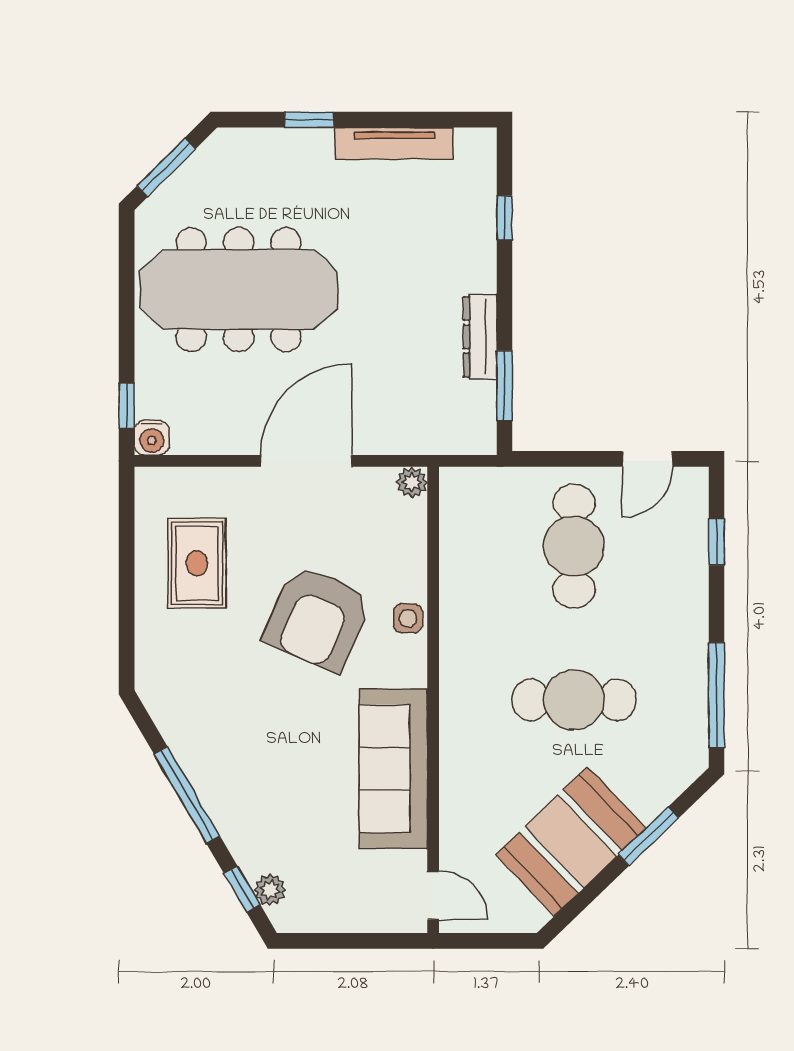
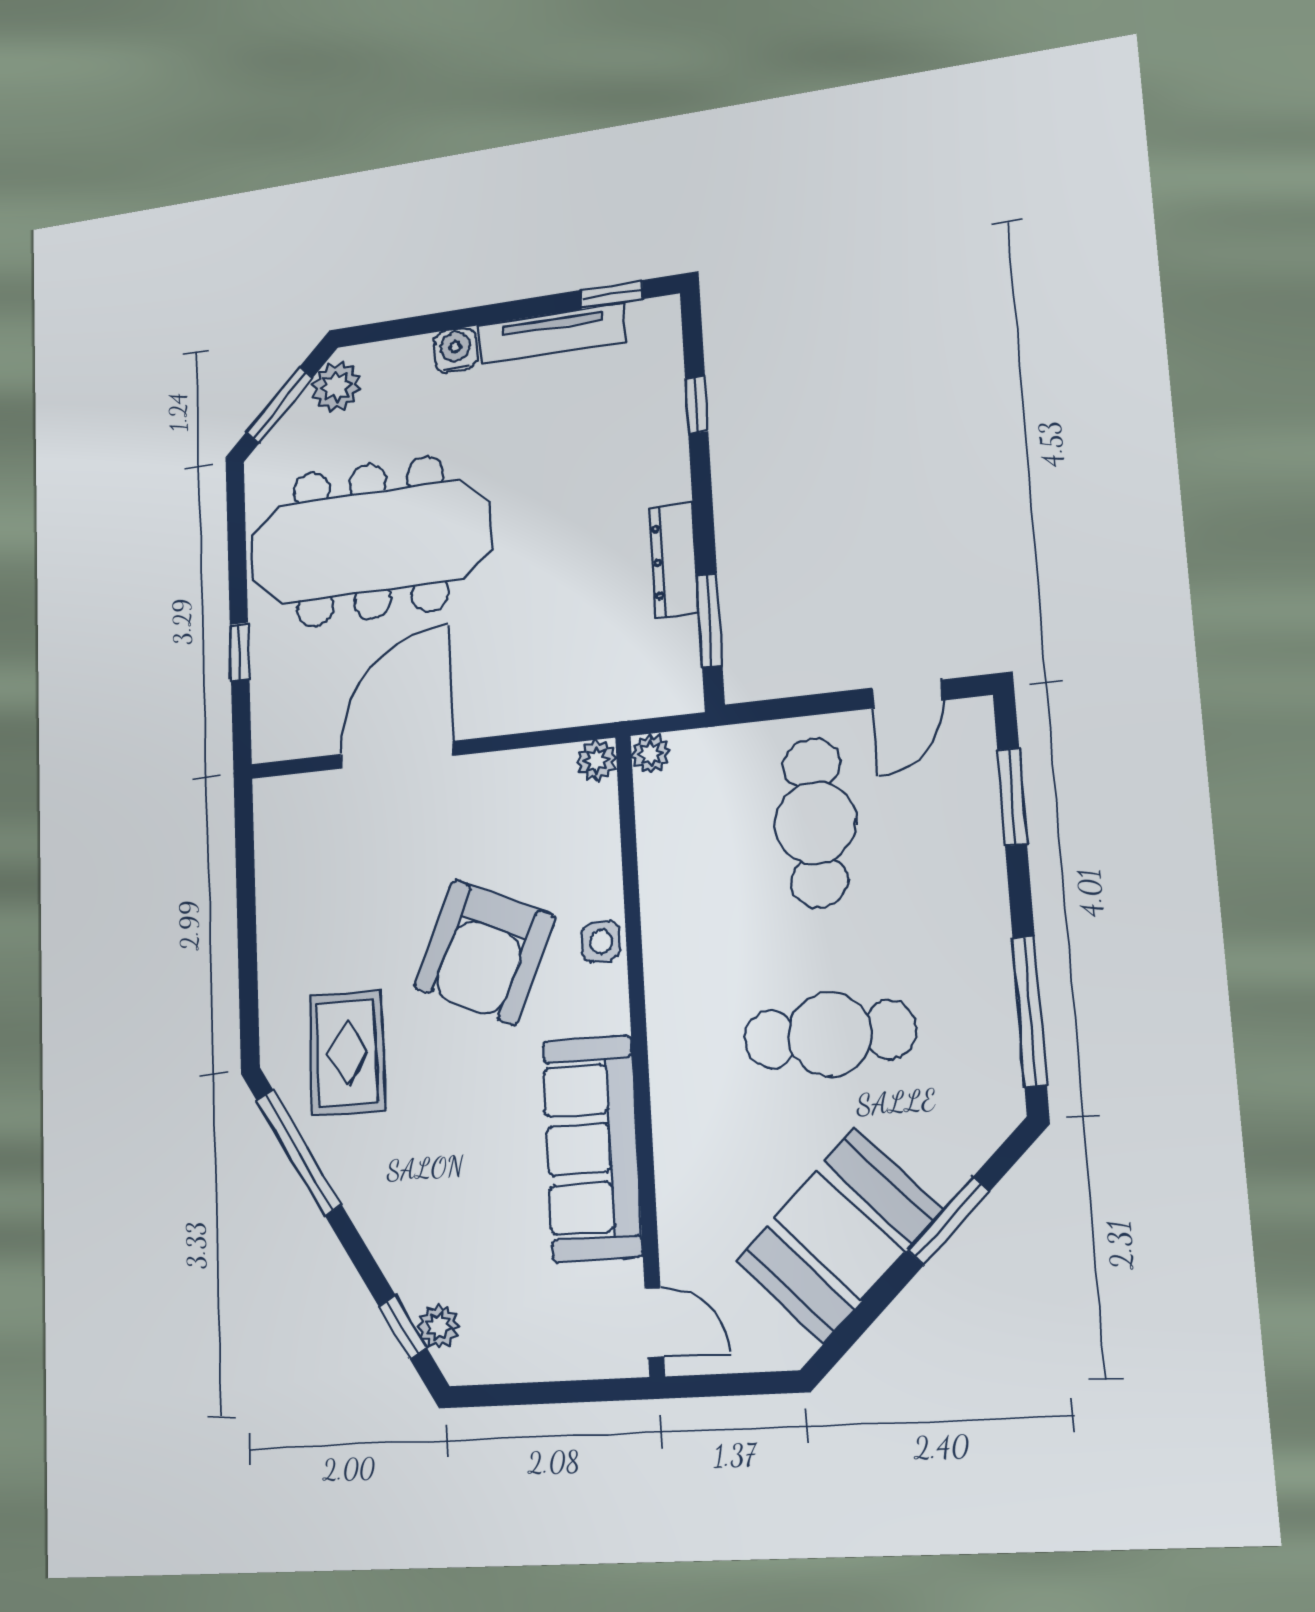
window: (309, 120) -> (612, 294), moved
plant: (215, 159) -> (336, 387), added
window: (127, 406) -> (240, 652), moved
water cooler: (152, 438) -> (455, 350), moved, turned 180
door: (306, 461) -> (397, 755), moved
plant: (454, 482) -> (651, 754), added
window: (717, 542) -> (1012, 797), width x1.50
rug: (197, 563) -> (347, 1053), moved
window: (187, 795) -> (299, 1152), moved

